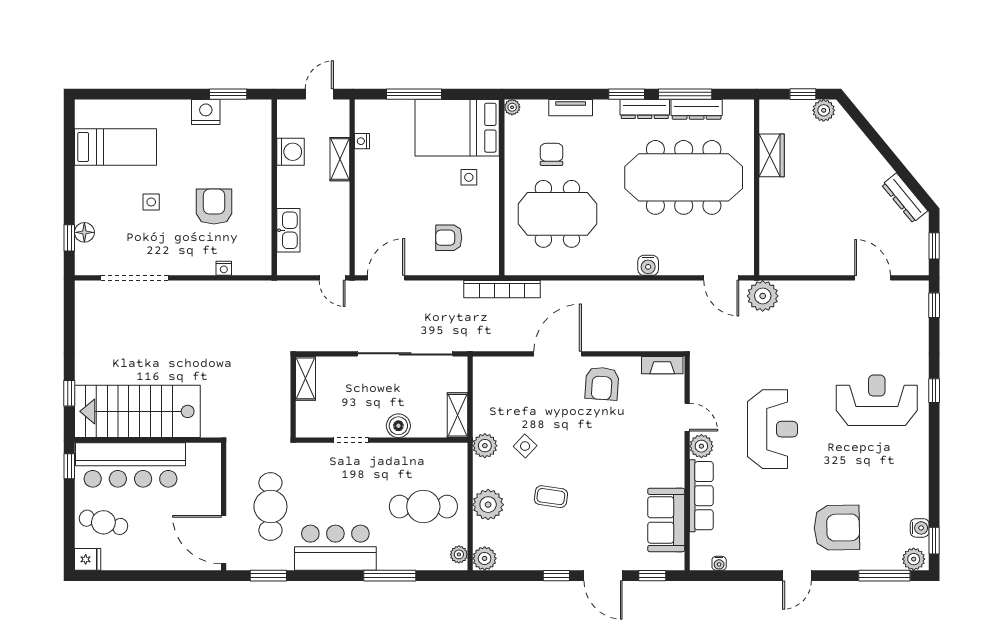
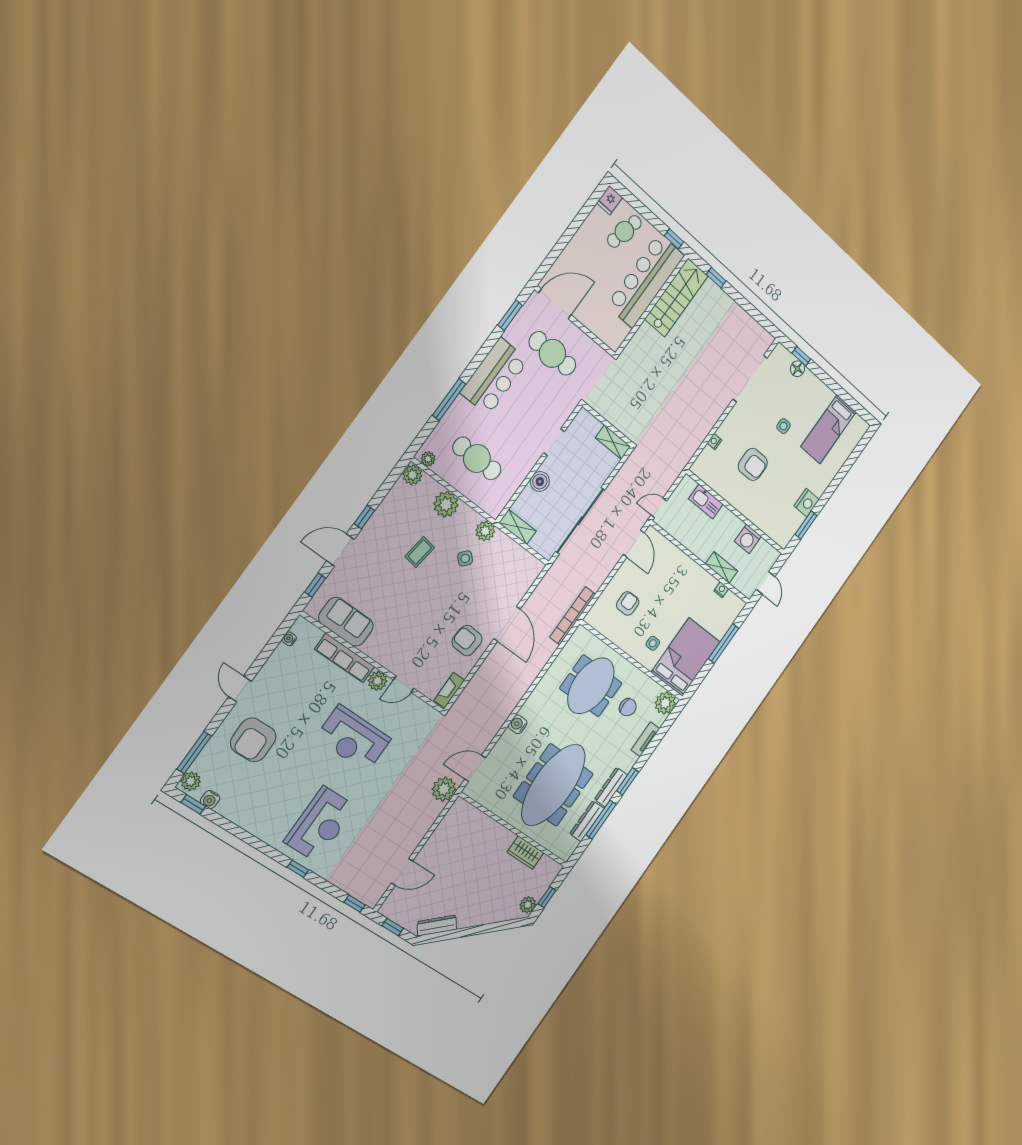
plant: (512, 107) -> (665, 703), width x1.88, depth x1.88
stairs: (137, 411) -> (676, 297), width x0.73, depth x0.66
cafe table: (423, 507) -> (477, 458), turned 90

